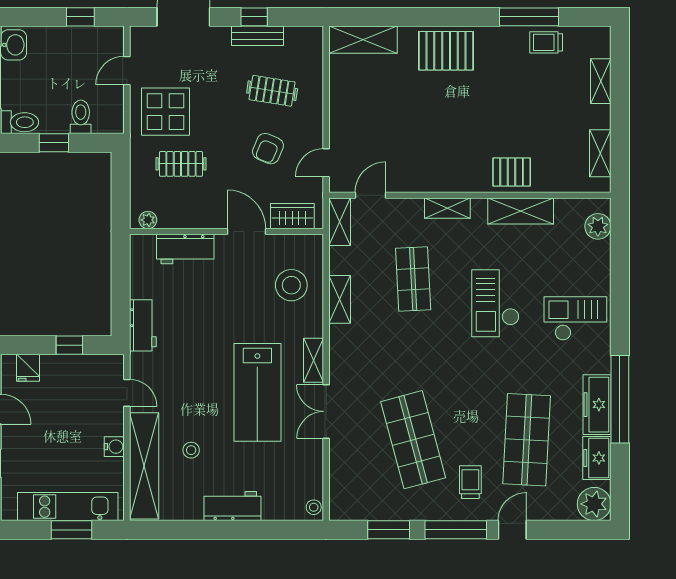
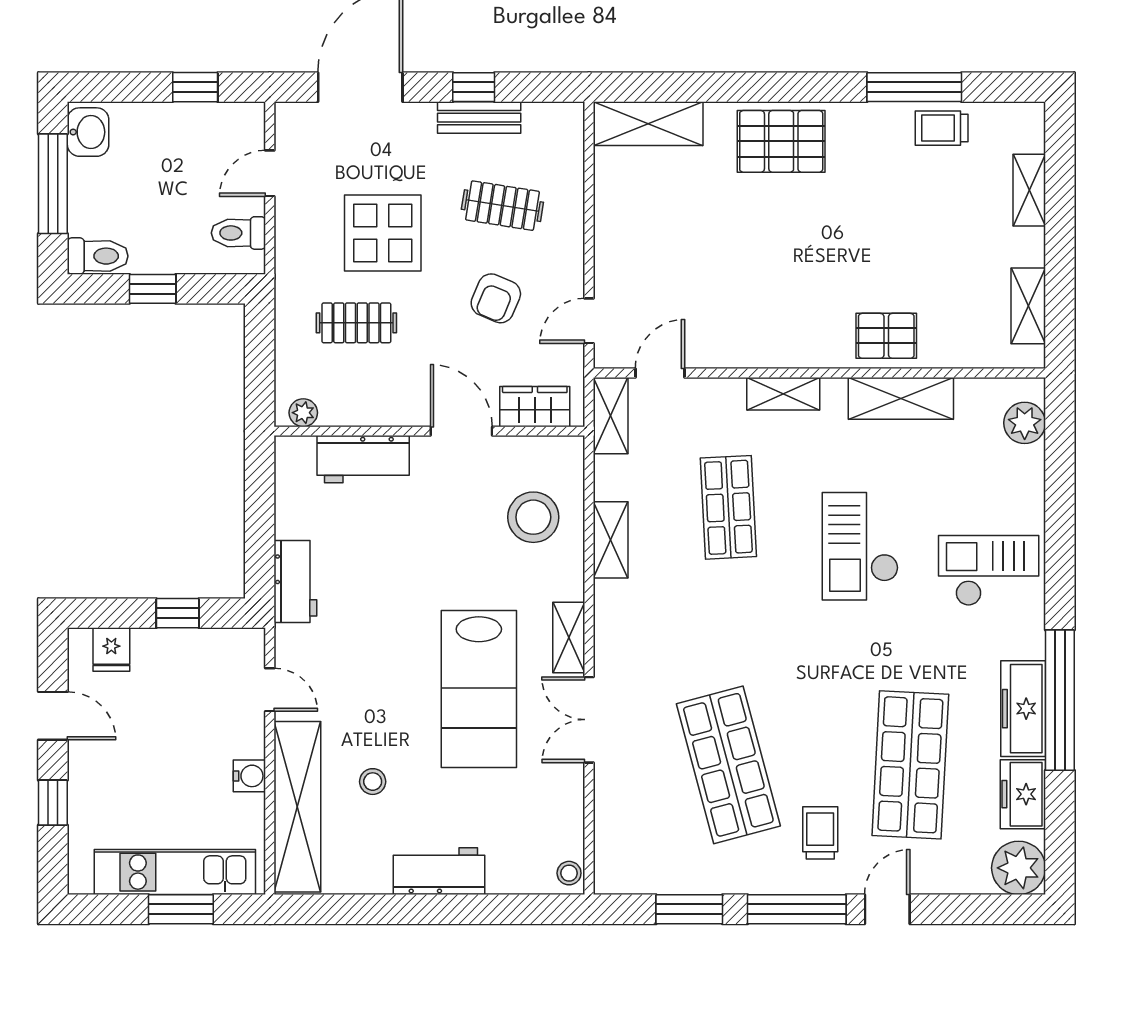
display table: (165, 112) -> (383, 233), moved
toilet: (81, 117) -> (238, 233), moved, turned -90

